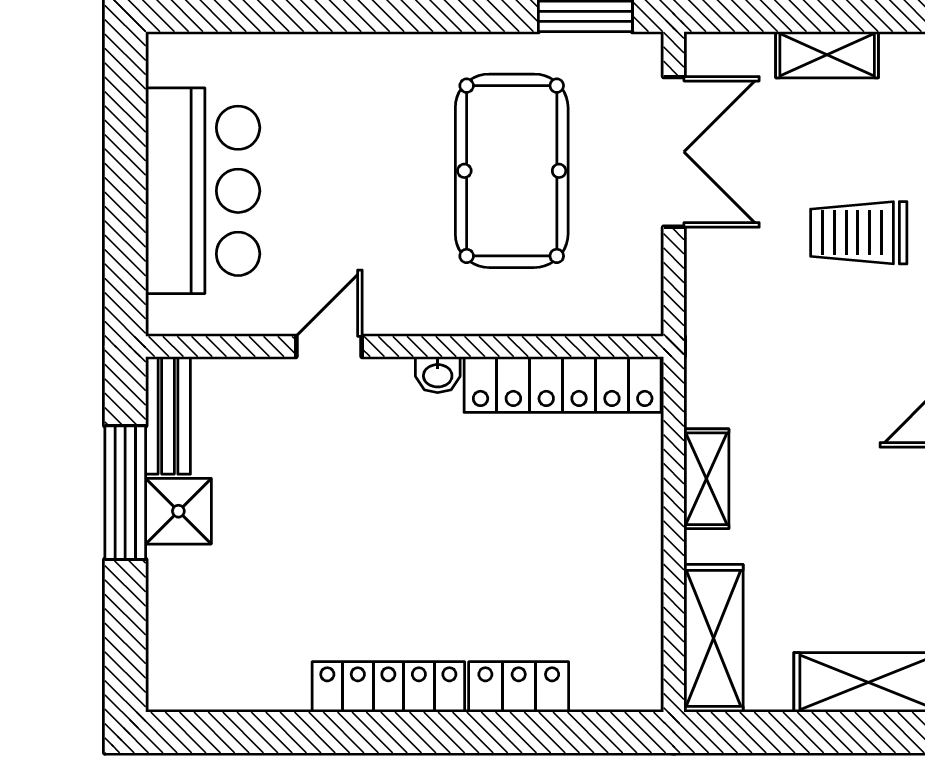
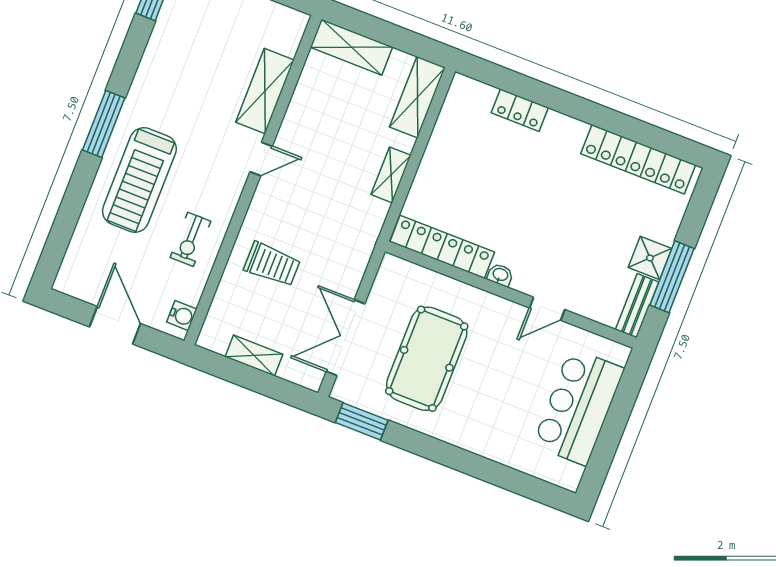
locker: (388, 687) -> (638, 159), moved, width x1.41, depth x1.21

